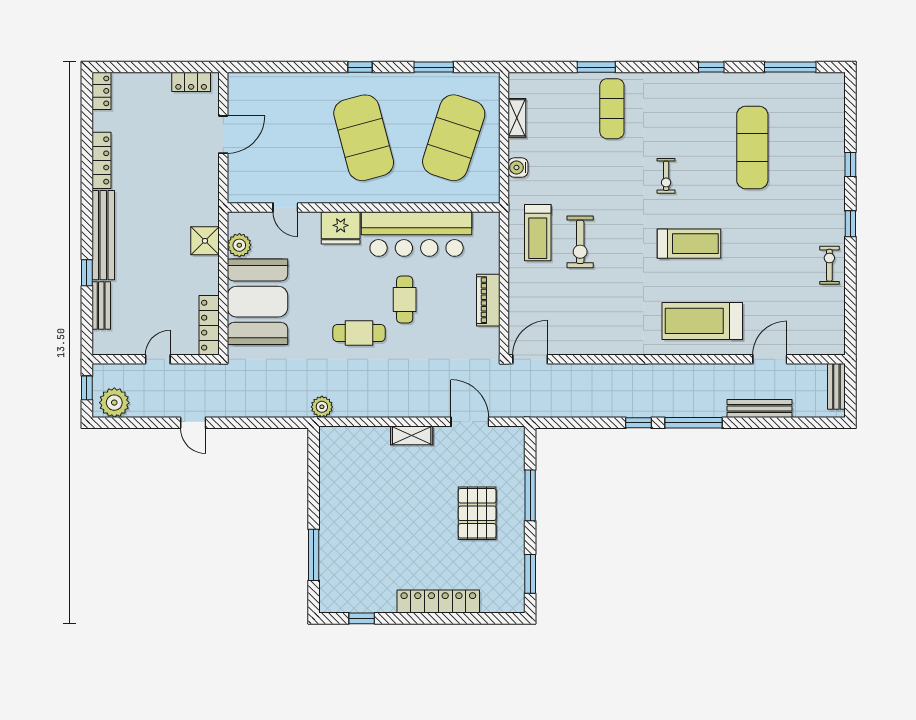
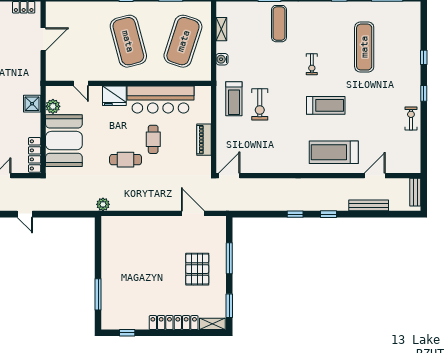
window: (694, 423) -> (329, 214), width x0.46
shelving: (412, 435) -> (212, 324), moved

